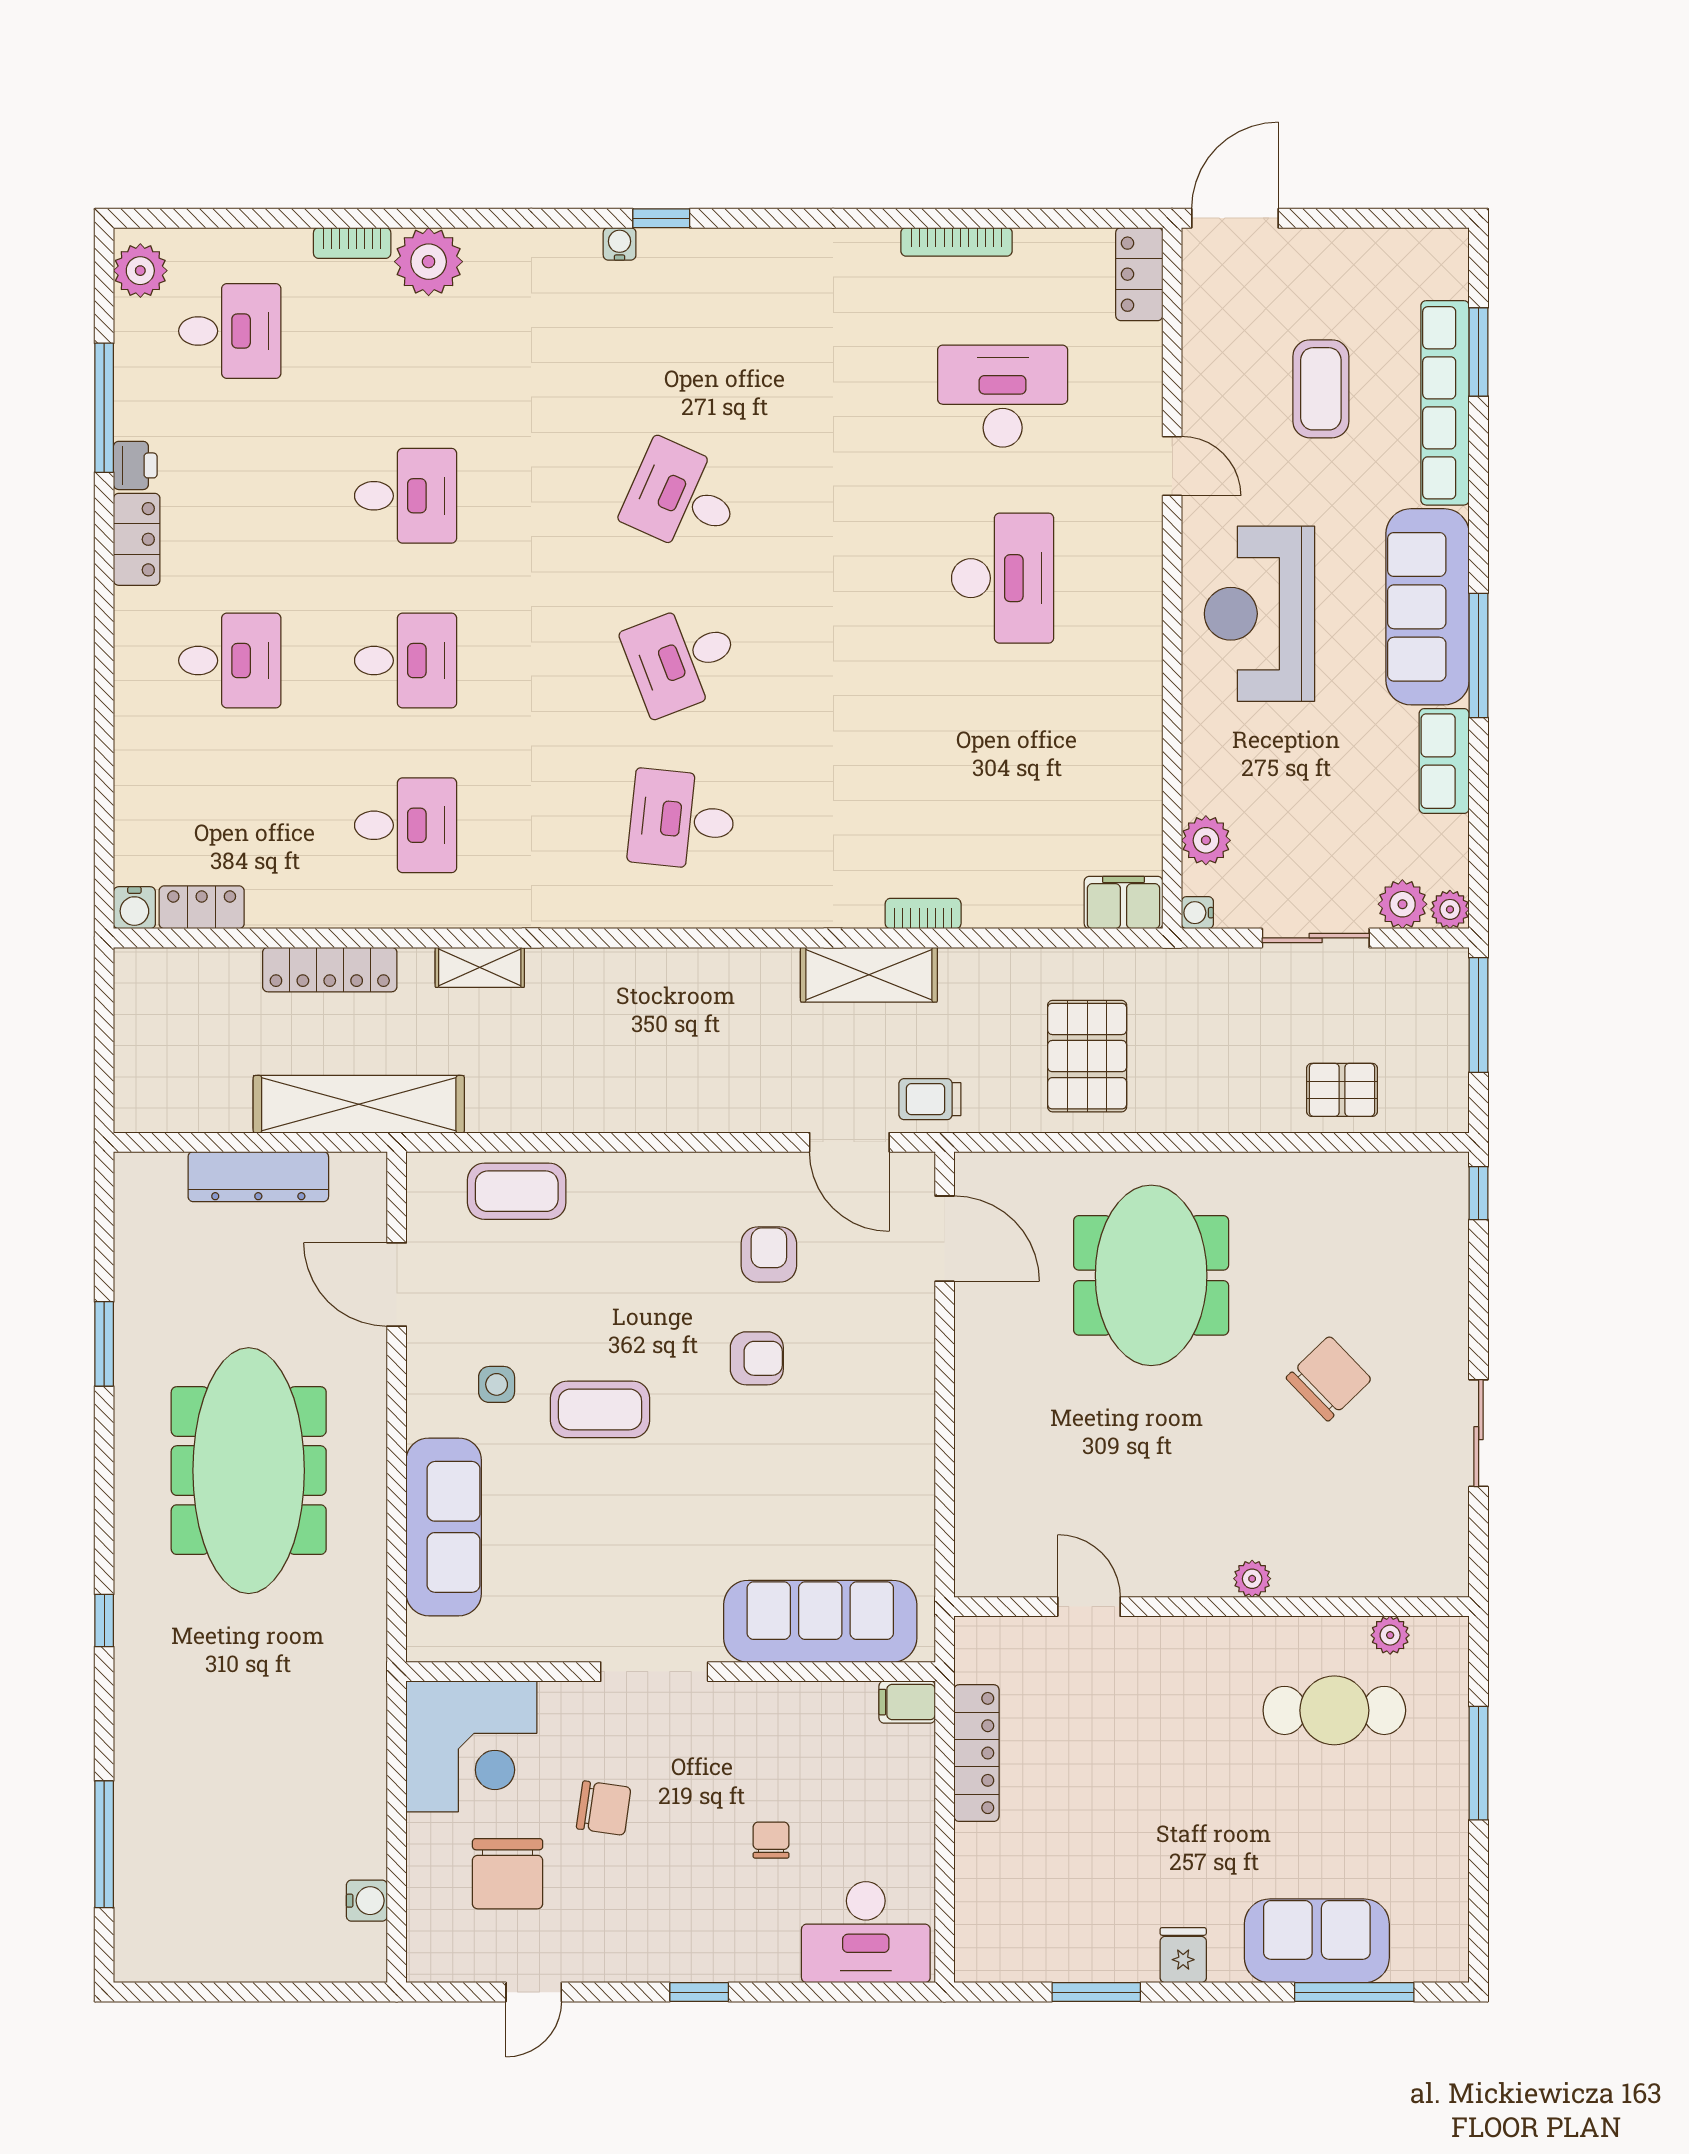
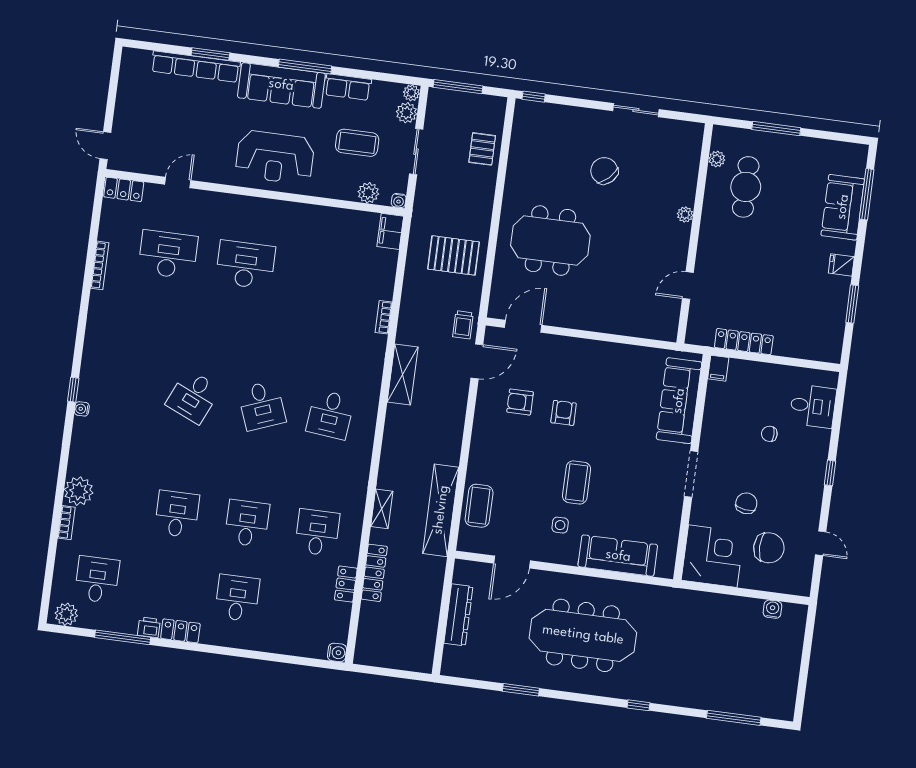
door: (1235, 218) -> (105, 146), width x0.73
window: (1479, 352) -> (210, 54), moved
coffee table: (1321, 389) -> (357, 143), moved
desk: (1003, 396) -> (168, 254), turned 90
door: (1172, 466) -> (178, 182), moved
locker: (202, 907) -> (346, 584), moved
shelving: (869, 975) -> (403, 375), moved
shelving: (359, 1104) -> (441, 510), moved
desk: (866, 1932) -> (813, 406), width x0.73

